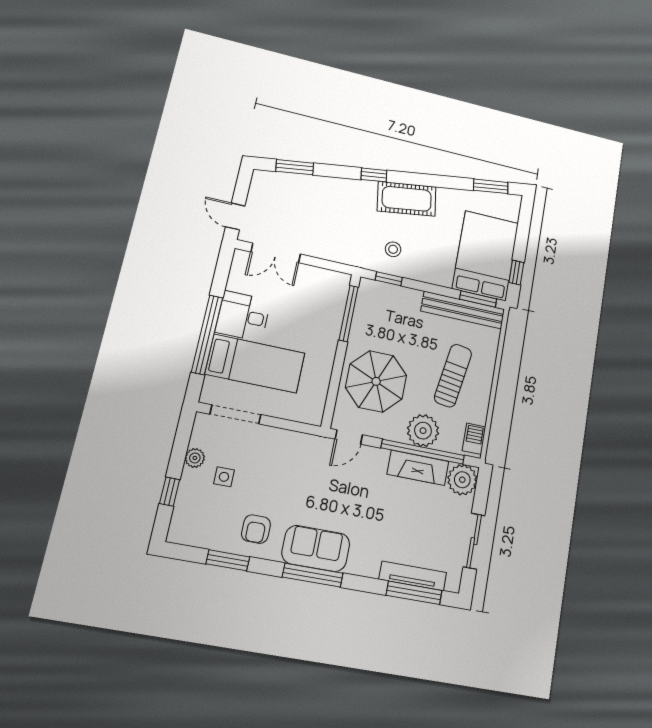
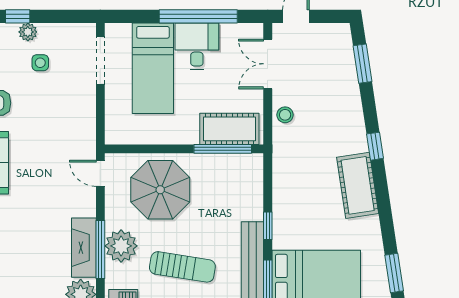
stool: (393, 249) -> (285, 115), moved
window: (389, 279) -> (268, 226), moved
cot: (331, 303) -> (229, 129), added
window: (207, 335) -> (198, 16), moved
window: (423, 452) -> (100, 250), width x0.68
plant: (195, 458) -> (28, 32), moved

